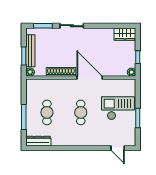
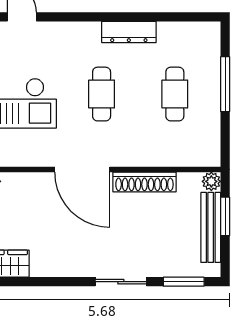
dresser: (38, 141) -> (129, 32), moved

